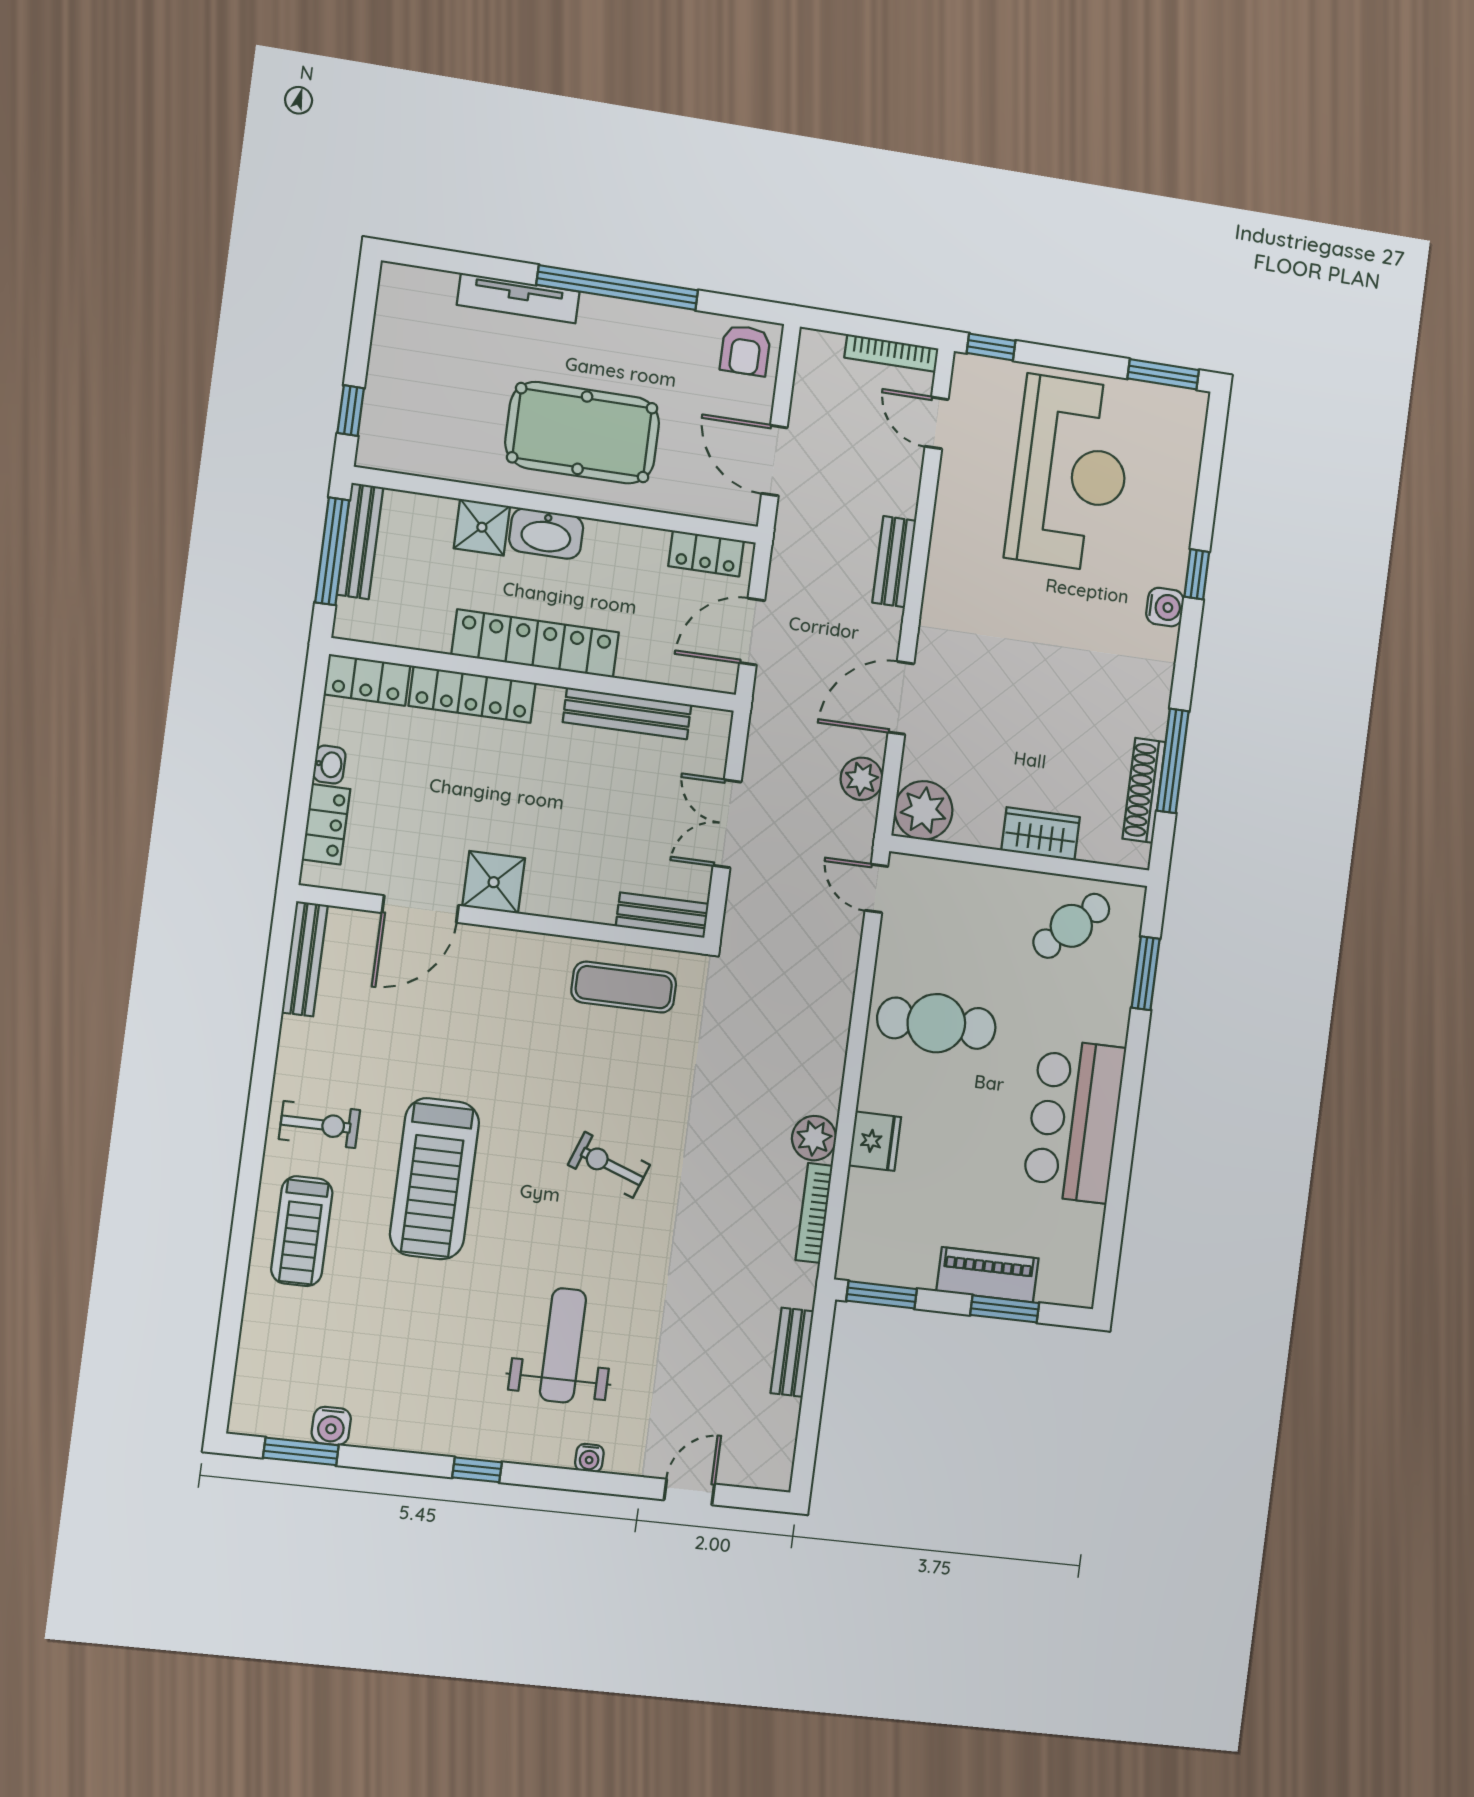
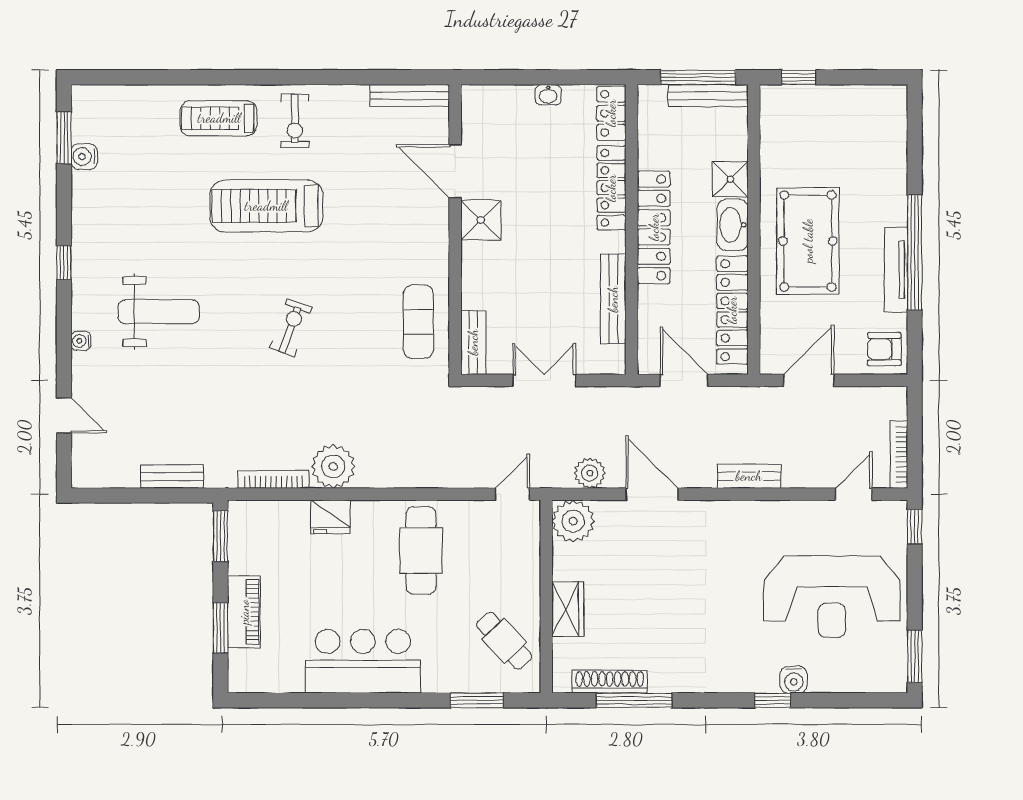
tv unit: (518, 298) -> (896, 269), moved
locker: (706, 553) -> (732, 310), width x2.16, depth x1.21
water cooler: (1165, 607) -> (794, 680), moved
locker: (326, 824) -> (506, 98), removed
plant: (814, 1138) -> (333, 466), width x1.36, depth x1.36

